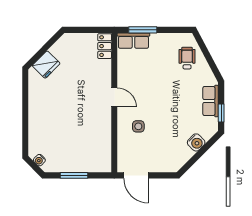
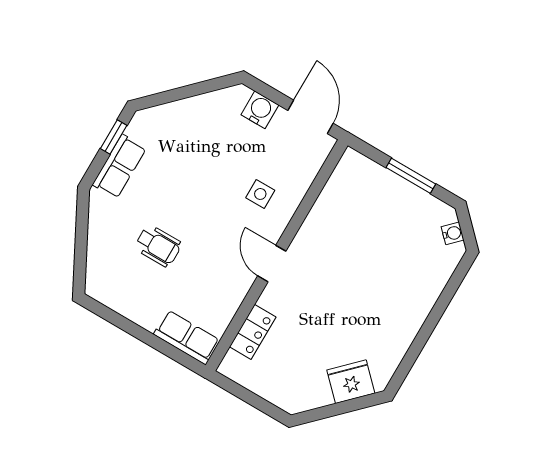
window: (143, 30) -> (161, 346), removed
locker: (105, 46) -> (253, 332), moved
wheelchair: (187, 58) -> (158, 246), moved, turned -90
water cooler: (196, 142) -> (260, 110), moved, turned 45

